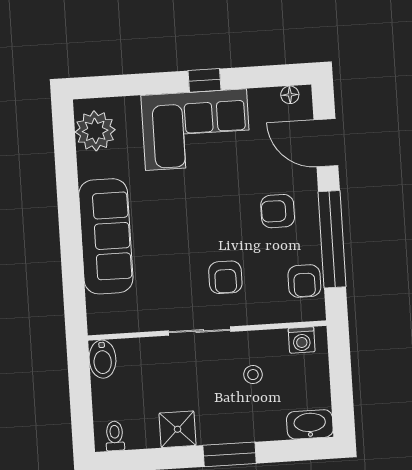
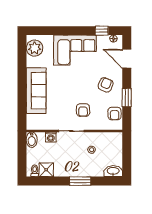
window: (204, 80) -> (102, 31), moved
armchair: (278, 211) -> (106, 85), turned 113
window: (332, 239) -> (127, 97), width x0.47
washing machine: (302, 340) -> (51, 137), moved
shower: (178, 429) -> (46, 170), moved

